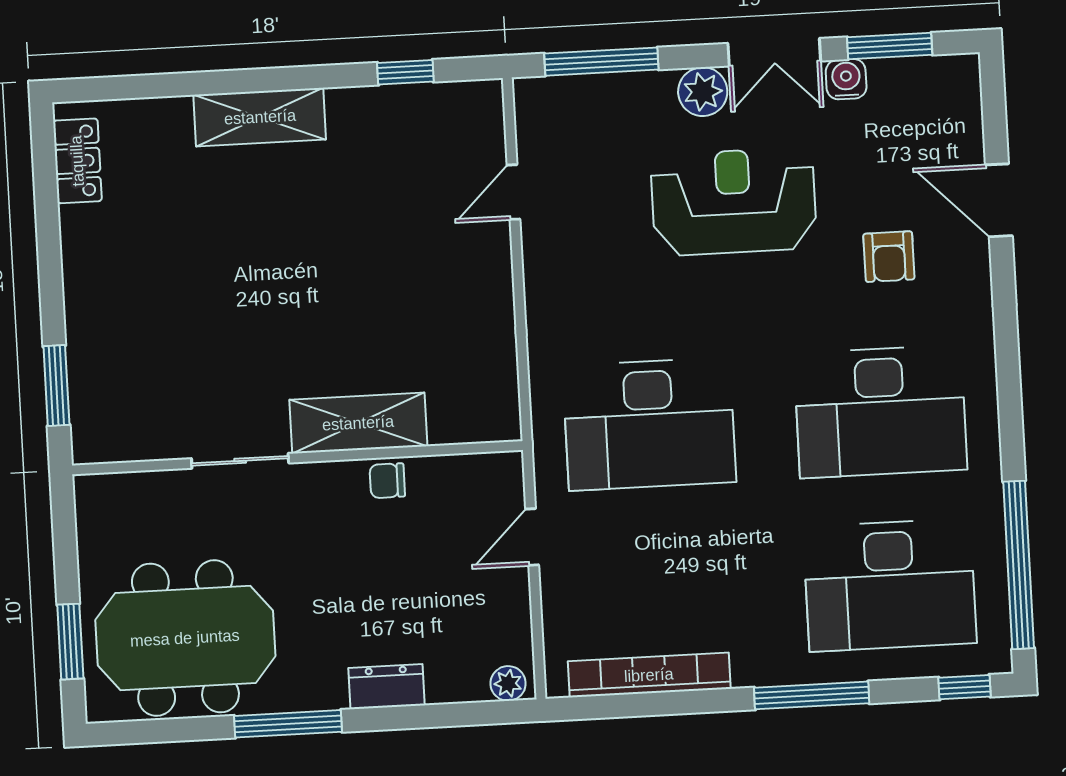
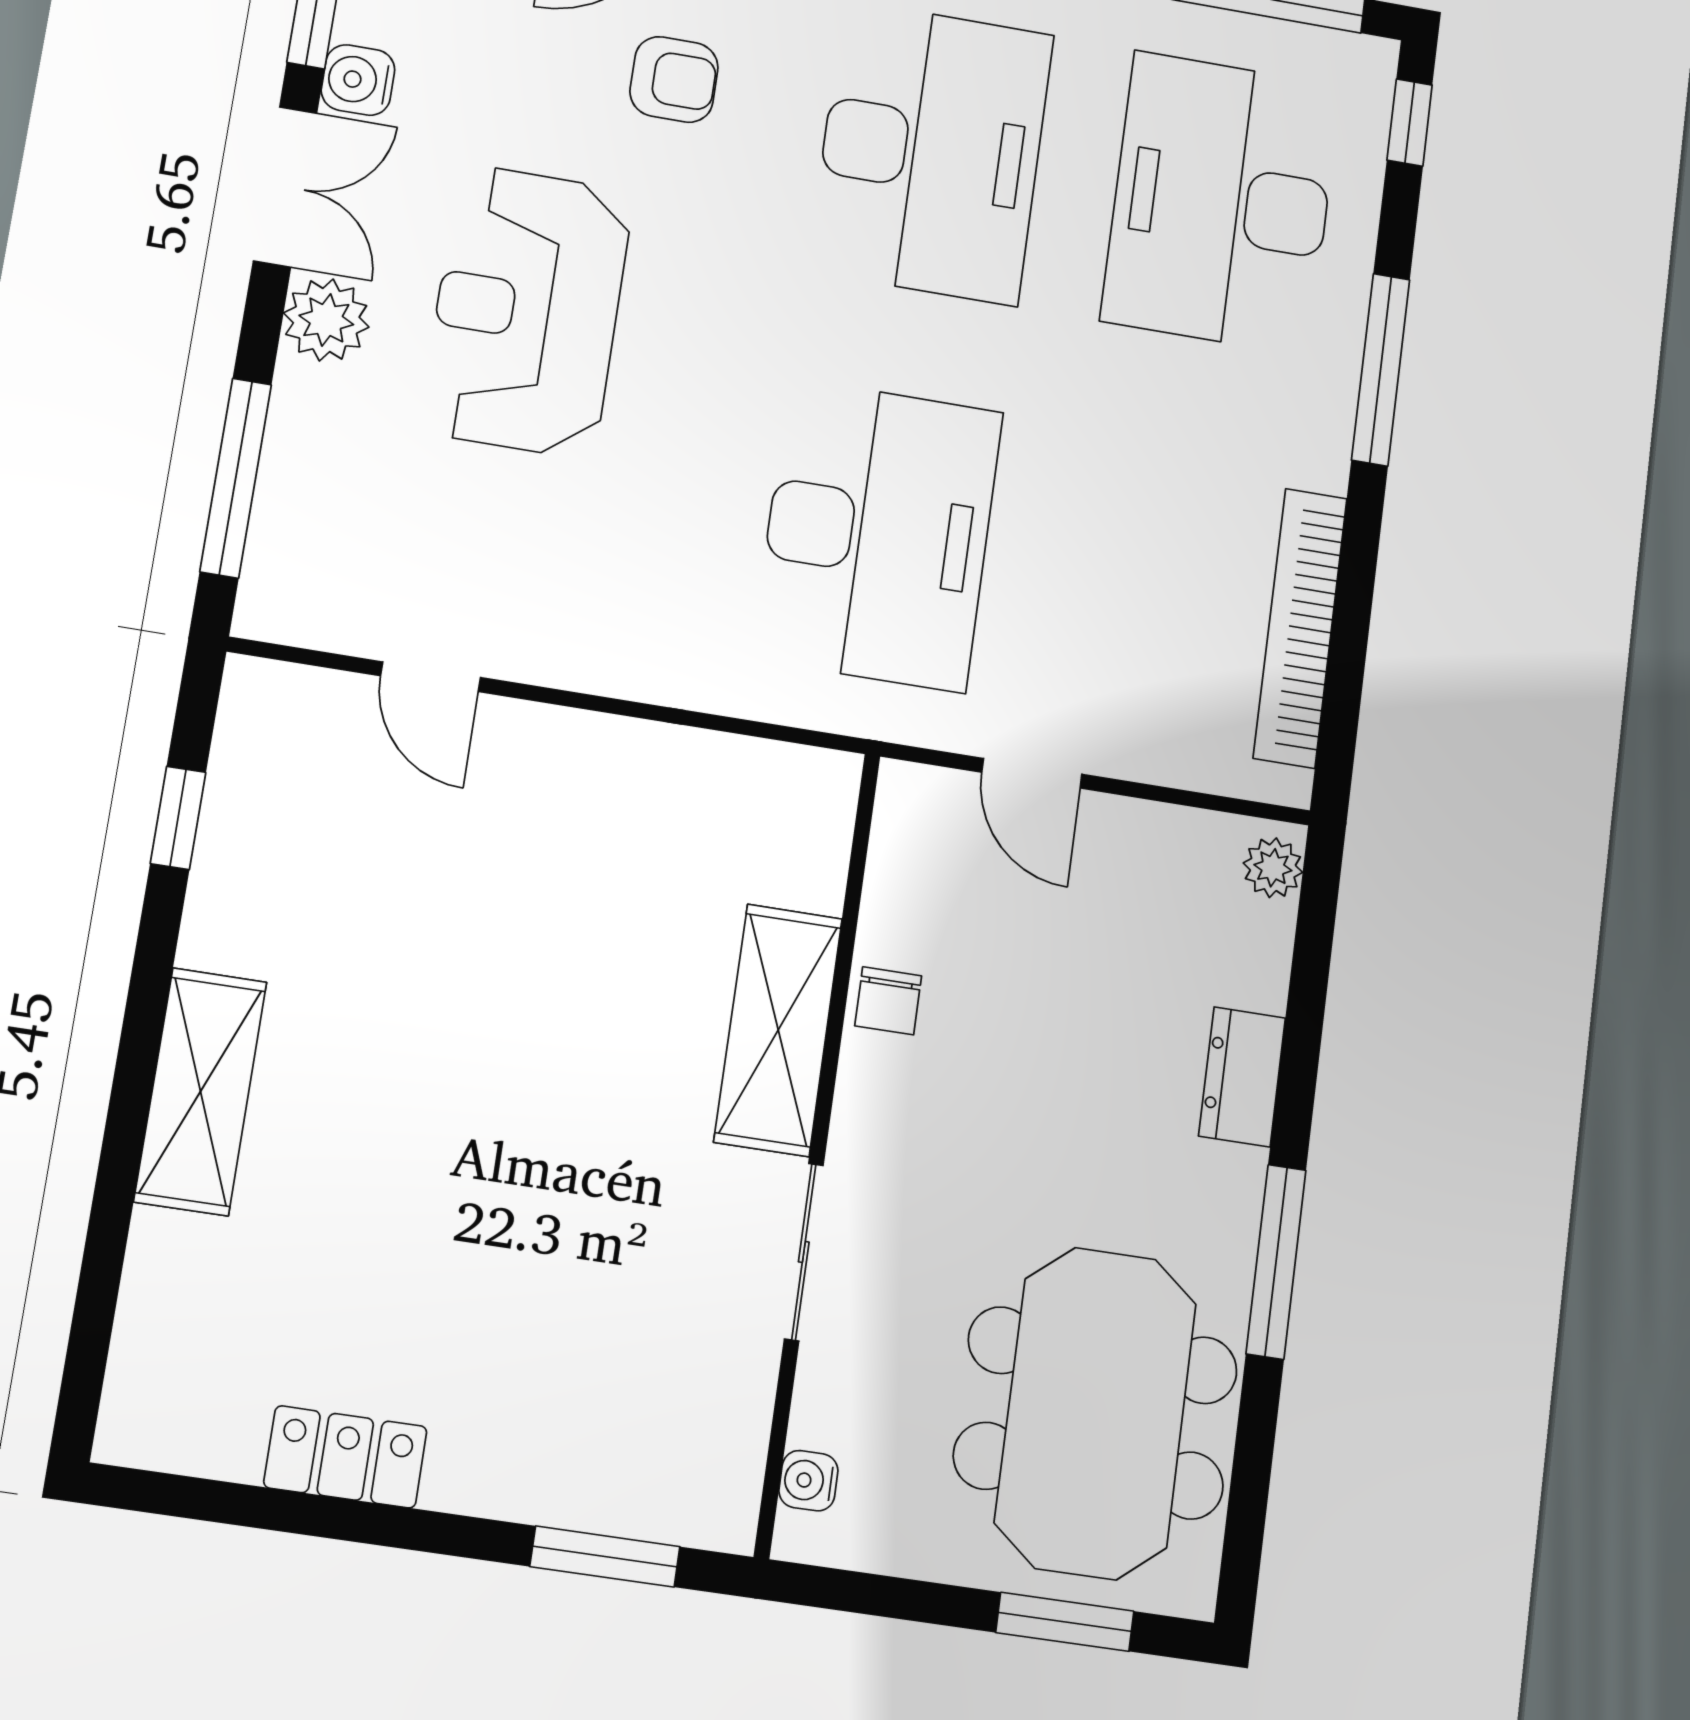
locker: (77, 161) -> (345, 1457), moved
water cooler: (118, 487) -> (808, 1481), added
desk: (890, 585) -> (1221, 203), turned 180

